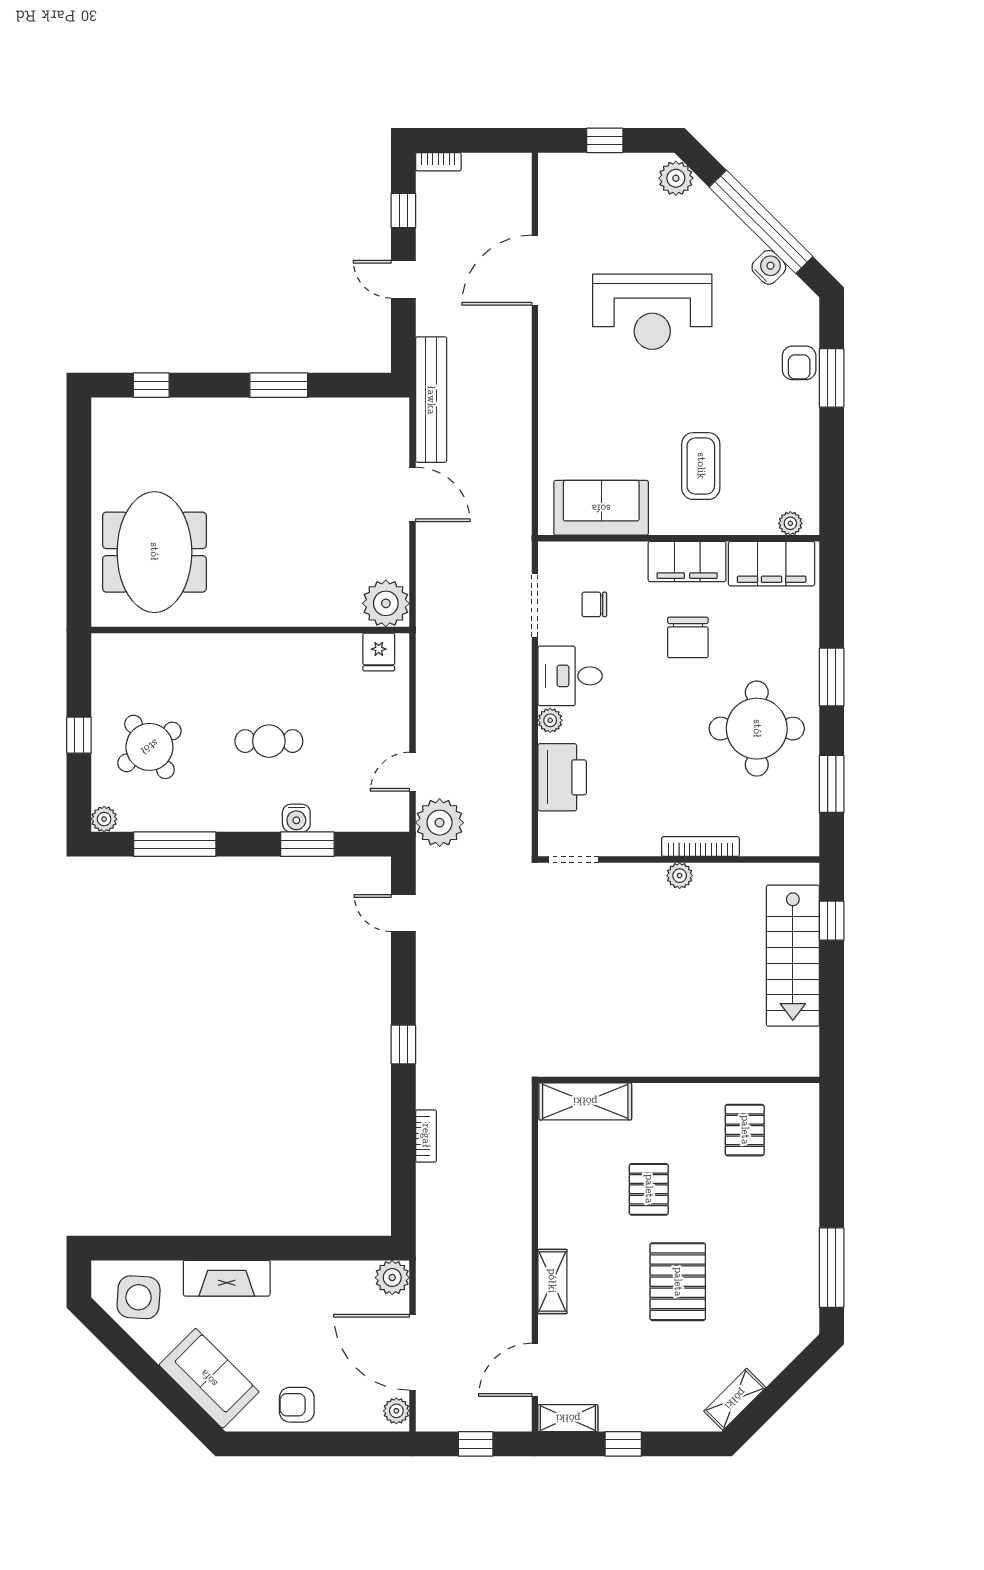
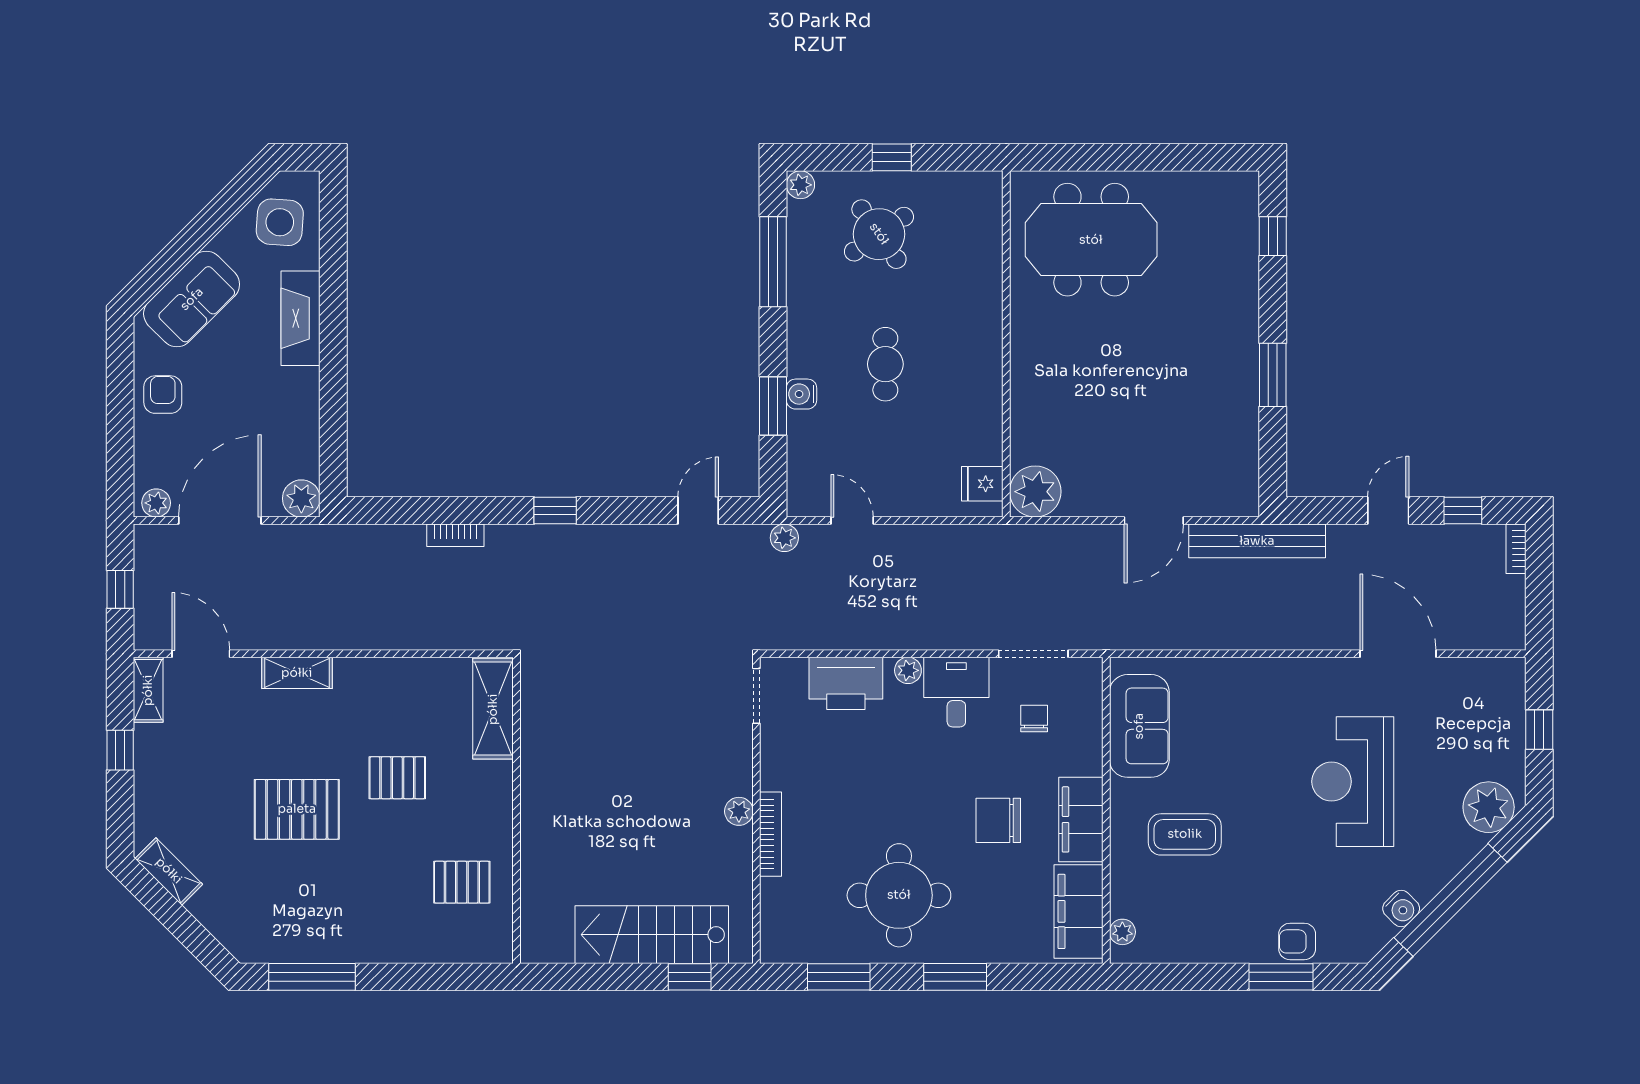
plant: (676, 178) -> (1489, 807), width x1.36, depth x1.36
plant: (440, 823) -> (784, 538), width x0.53, depth x0.53

